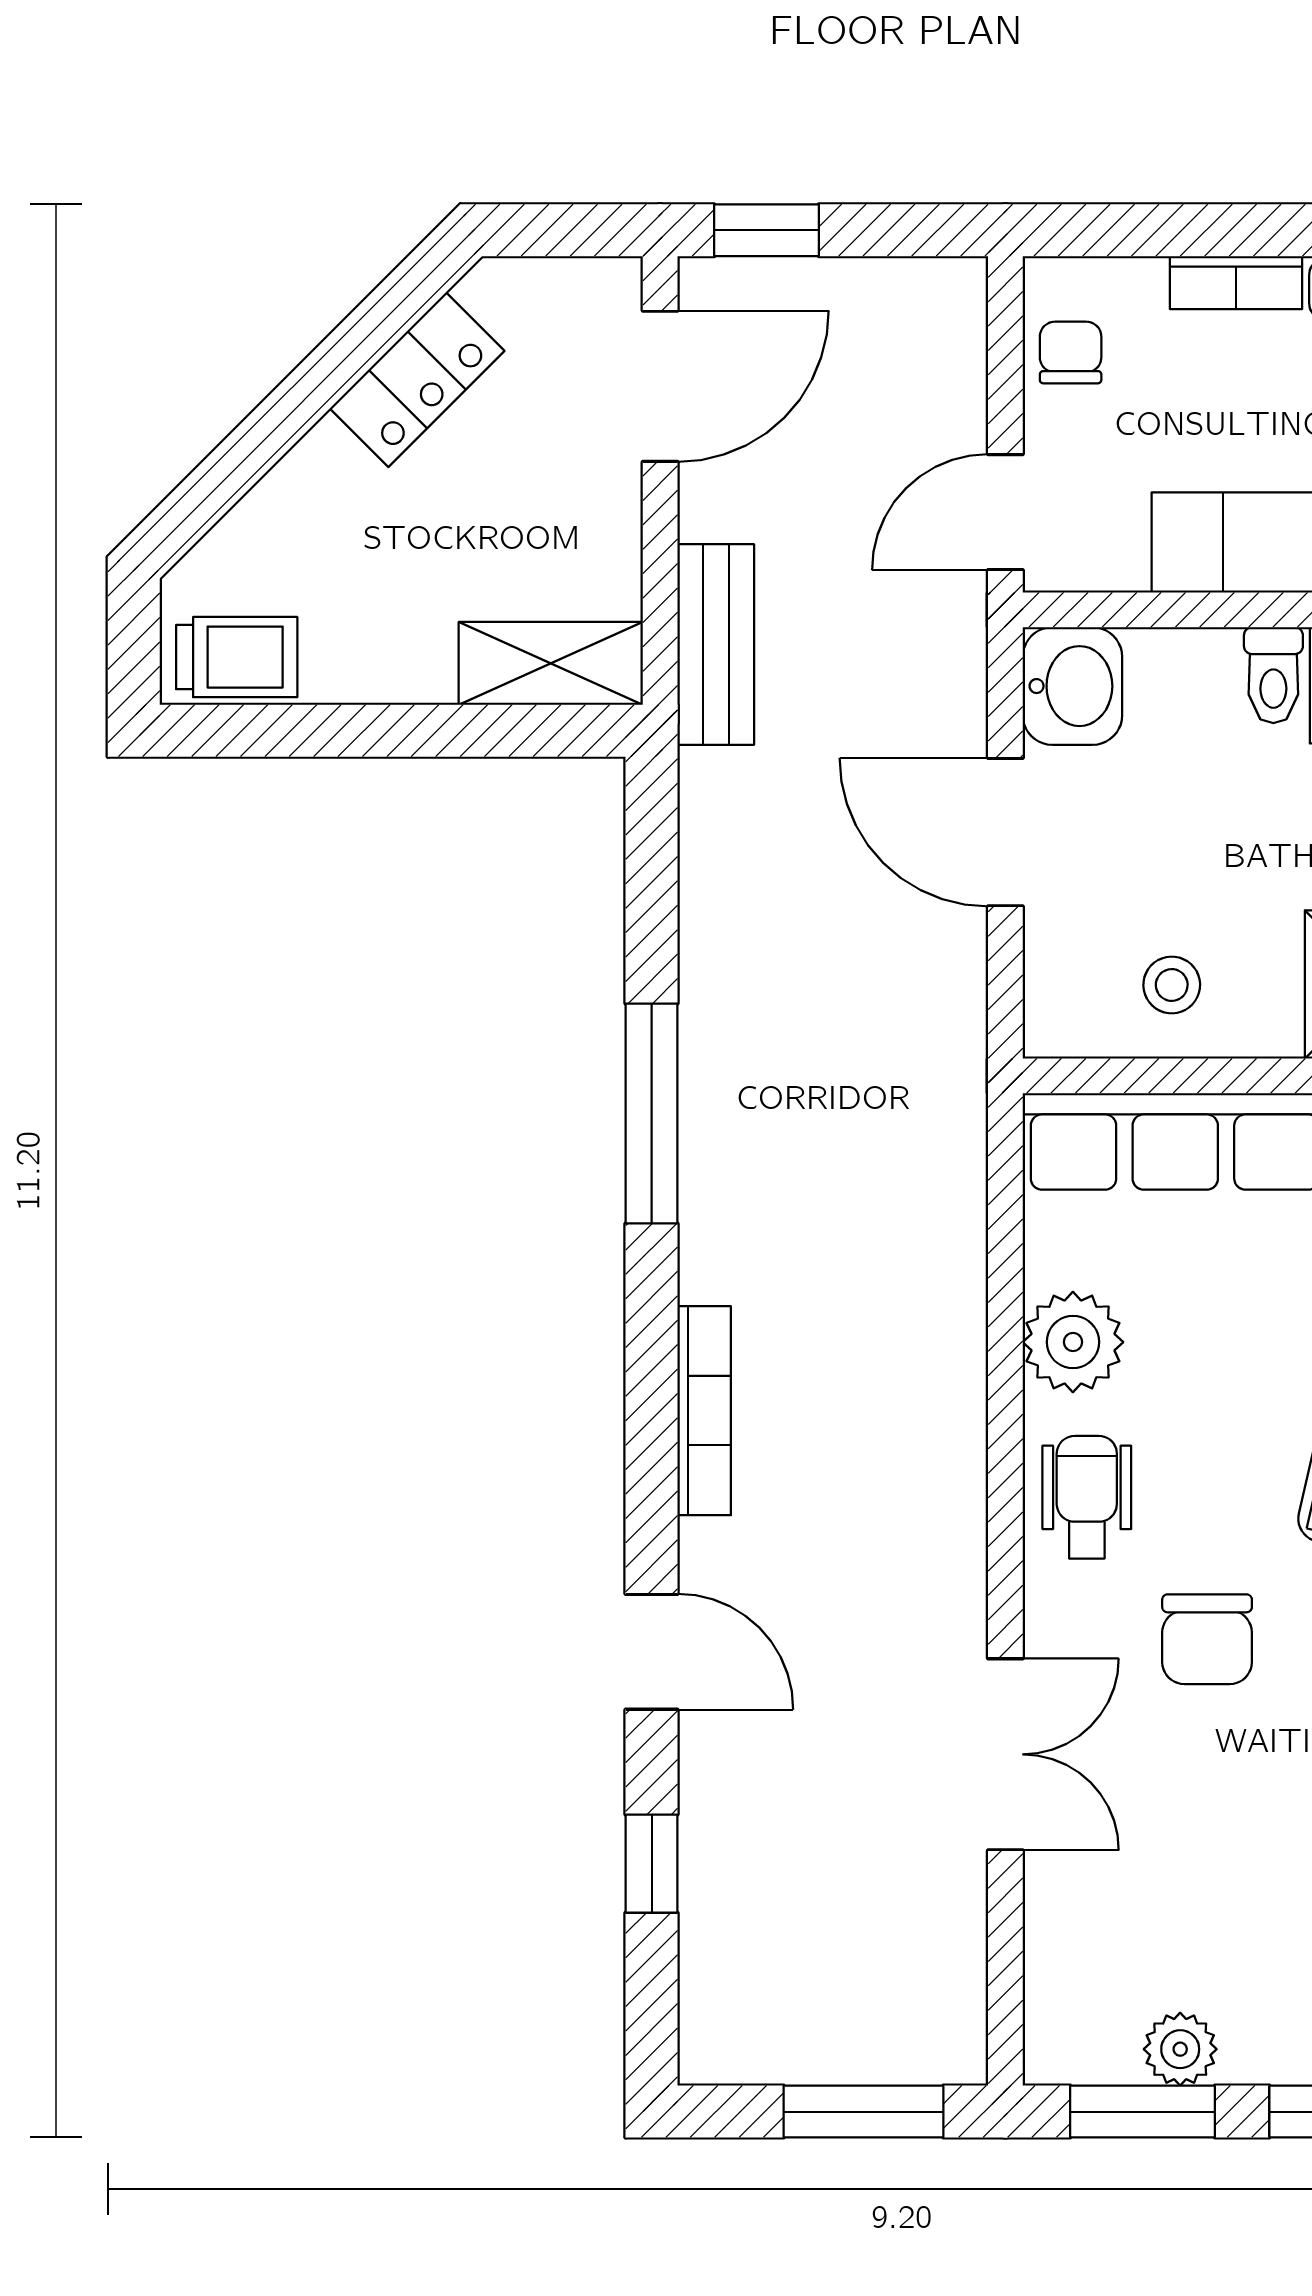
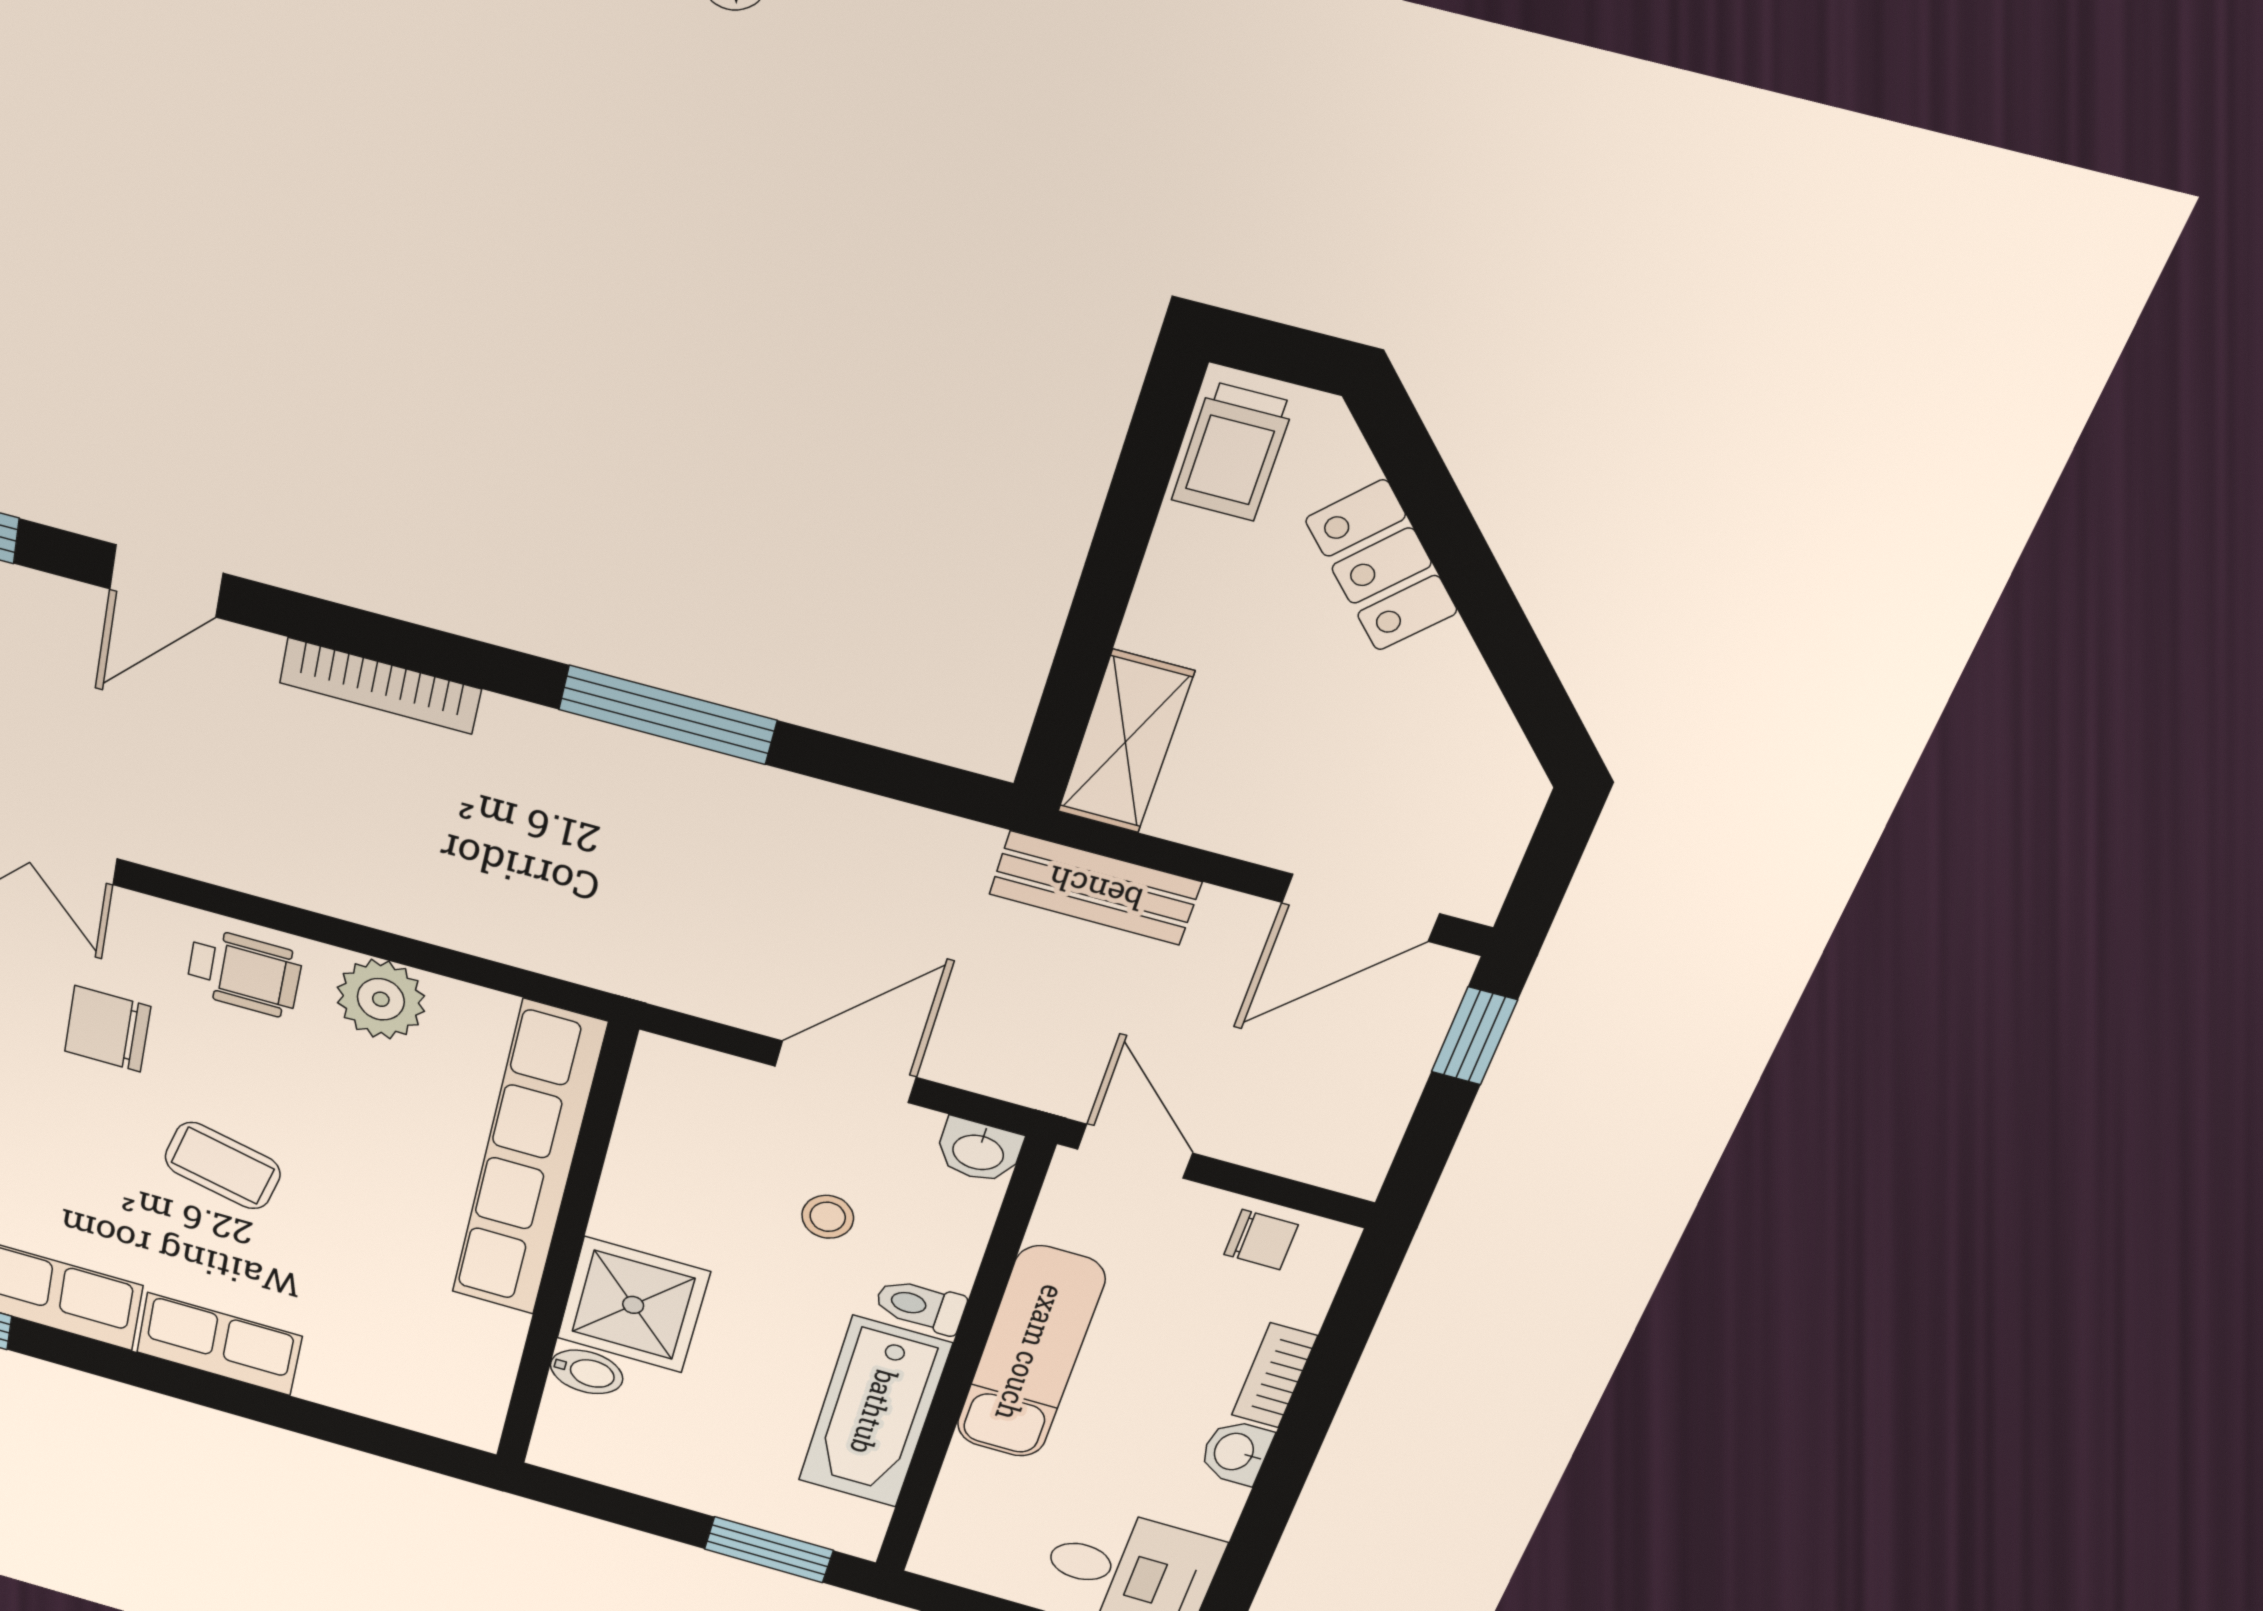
locker: (417, 380) -> (1381, 566), moved
door: (660, 386) -> (1360, 908), hinge flipped
washbasin: (1072, 686) -> (979, 1151), width x0.72, depth x0.69
stool: (1172, 985) -> (828, 1217), moved

